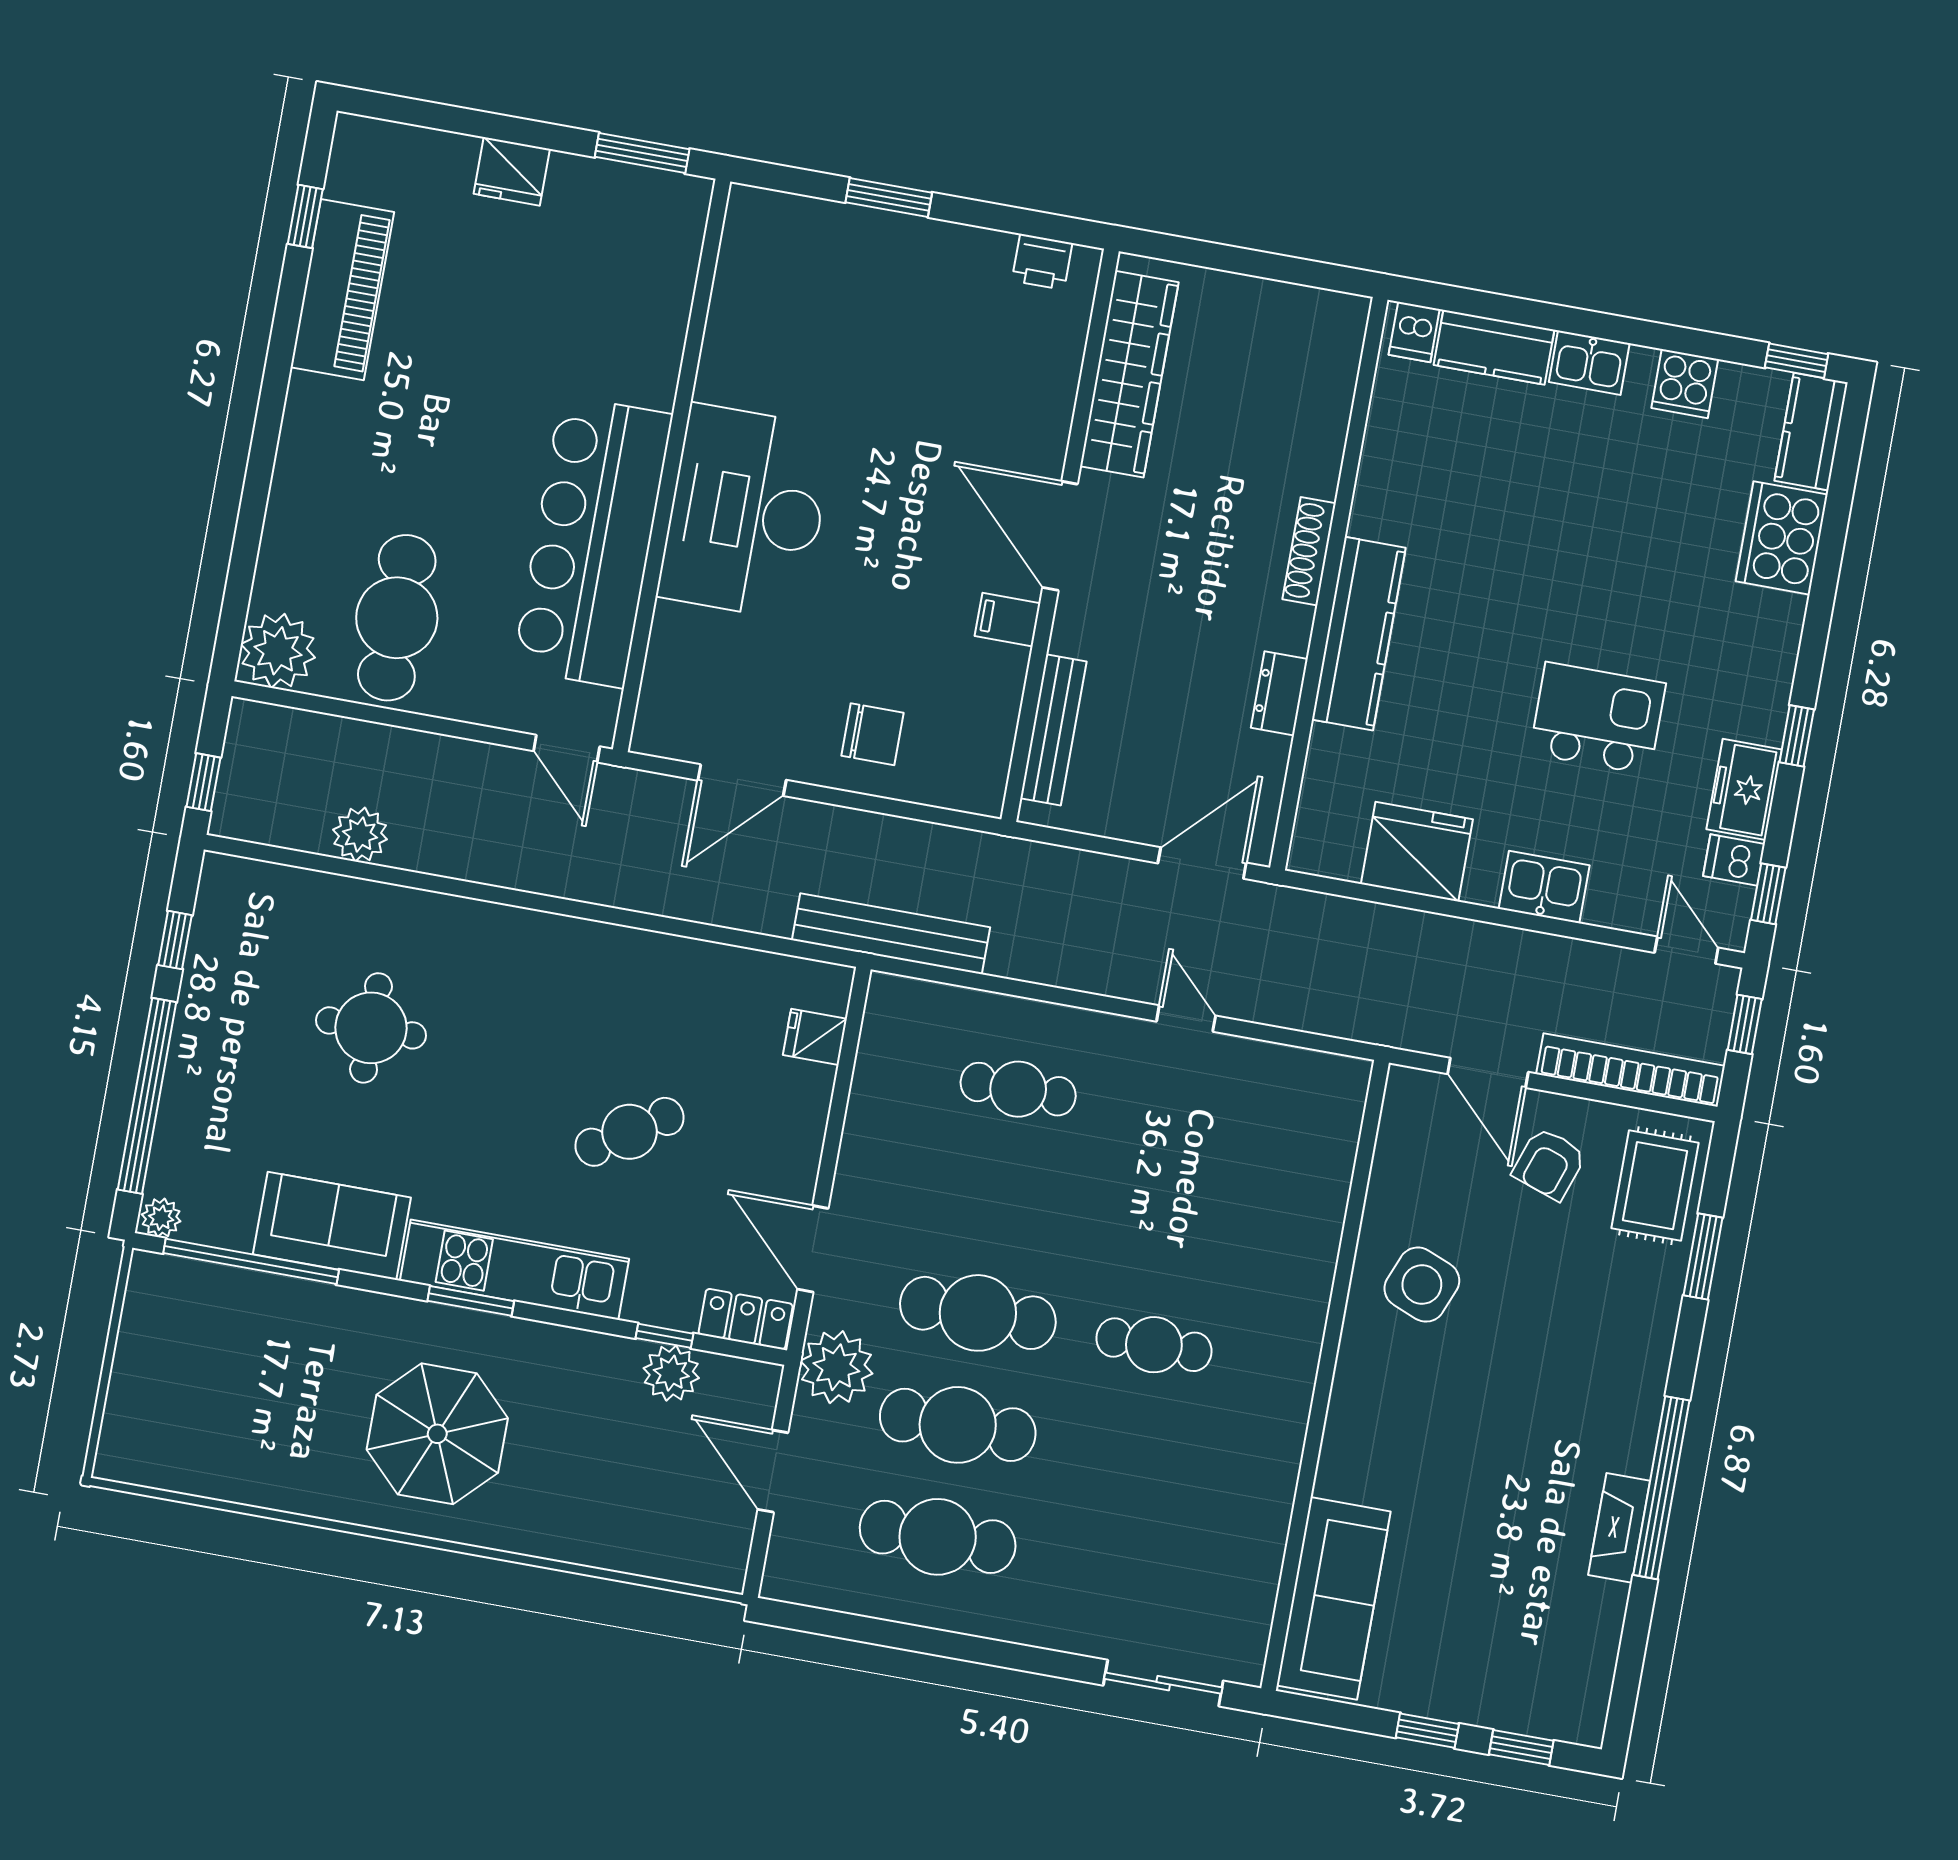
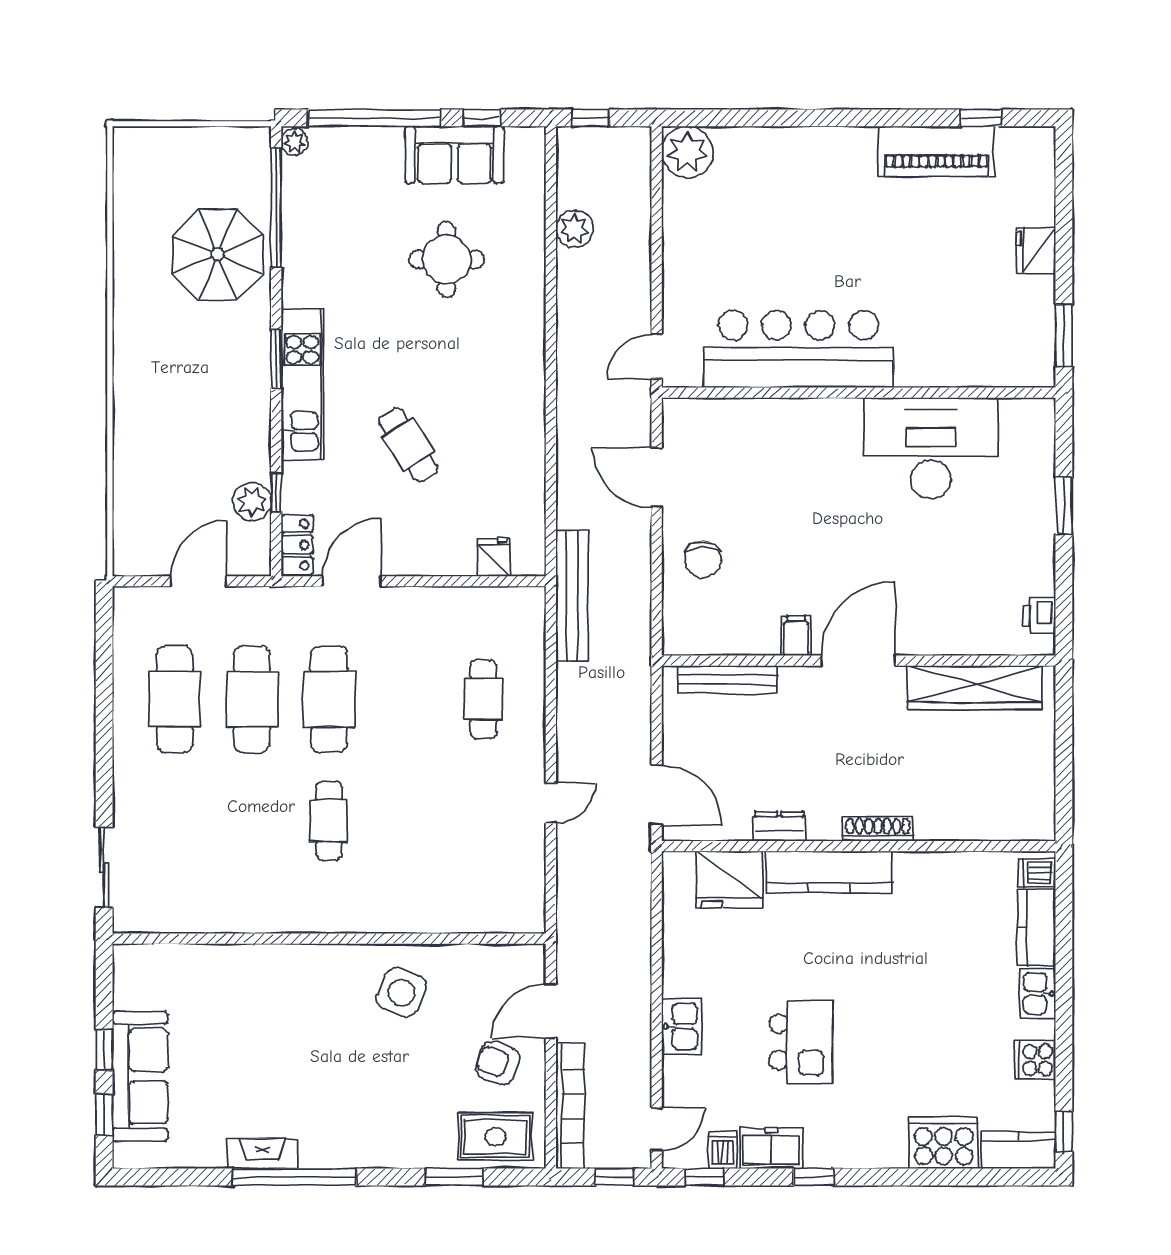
desk: (746, 512) -> (931, 448), moved
cafe table: (397, 618) -> (724, 227), removed
fridge: (1417, 852) -> (729, 879), moved, turned 90
sofa: (332, 1226) -> (454, 155), moved, turned 90
plant: (836, 1367) -> (276, 611), removed
parasol: (437, 1434) -> (218, 254), moved
sofa: (1334, 1598) -> (140, 1076), moved, turned -90

